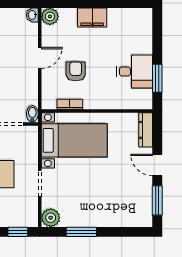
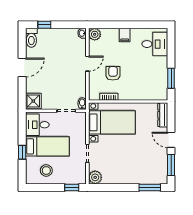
filing cabinet: (92, 18) -> (125, 35), width x0.50
desk: (135, 72) -> (155, 44), moved
window: (81, 232) -> (150, 187), moved

